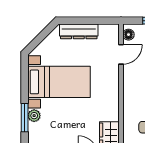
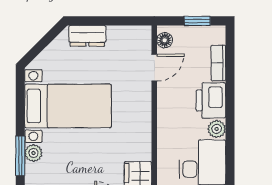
dresser: (79, 31) -> (87, 36), width x0.70

